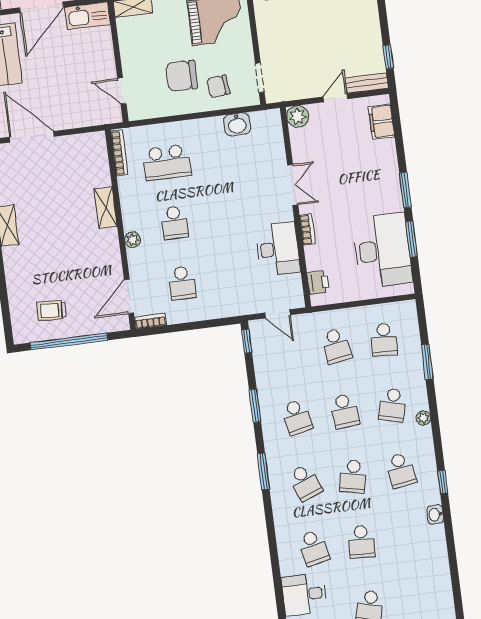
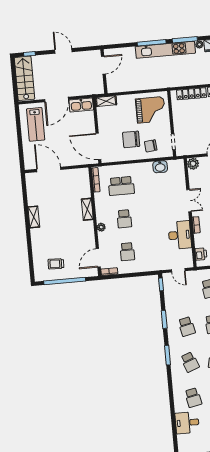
door: (122, 91) -> (98, 146), width x1.88

